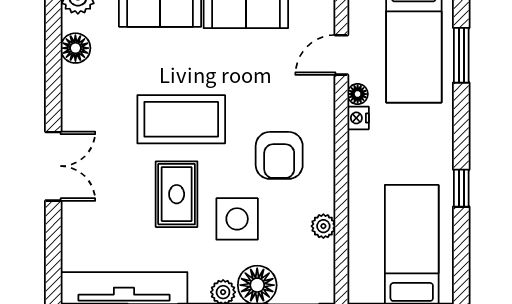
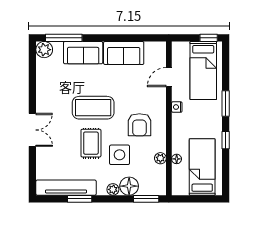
floor lamp: (75, 48) -> (43, 74), removed
window: (461, 55) -> (226, 104), moved
floor lamp: (358, 94) -> (177, 159), moved

